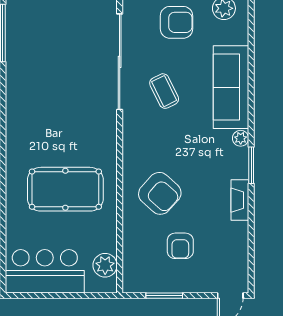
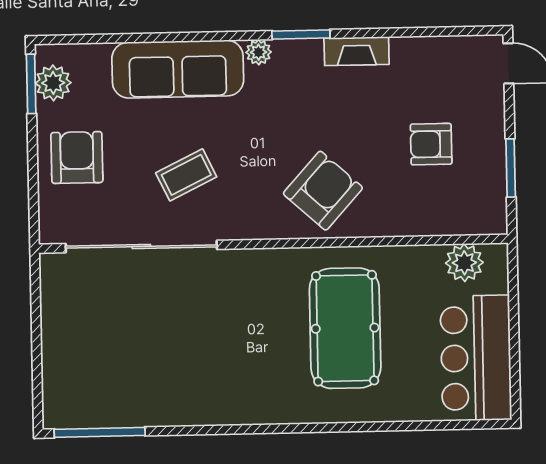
armchair: (160, 193) -> (323, 191), moved
armchair: (180, 246) -> (431, 144), turned 180

